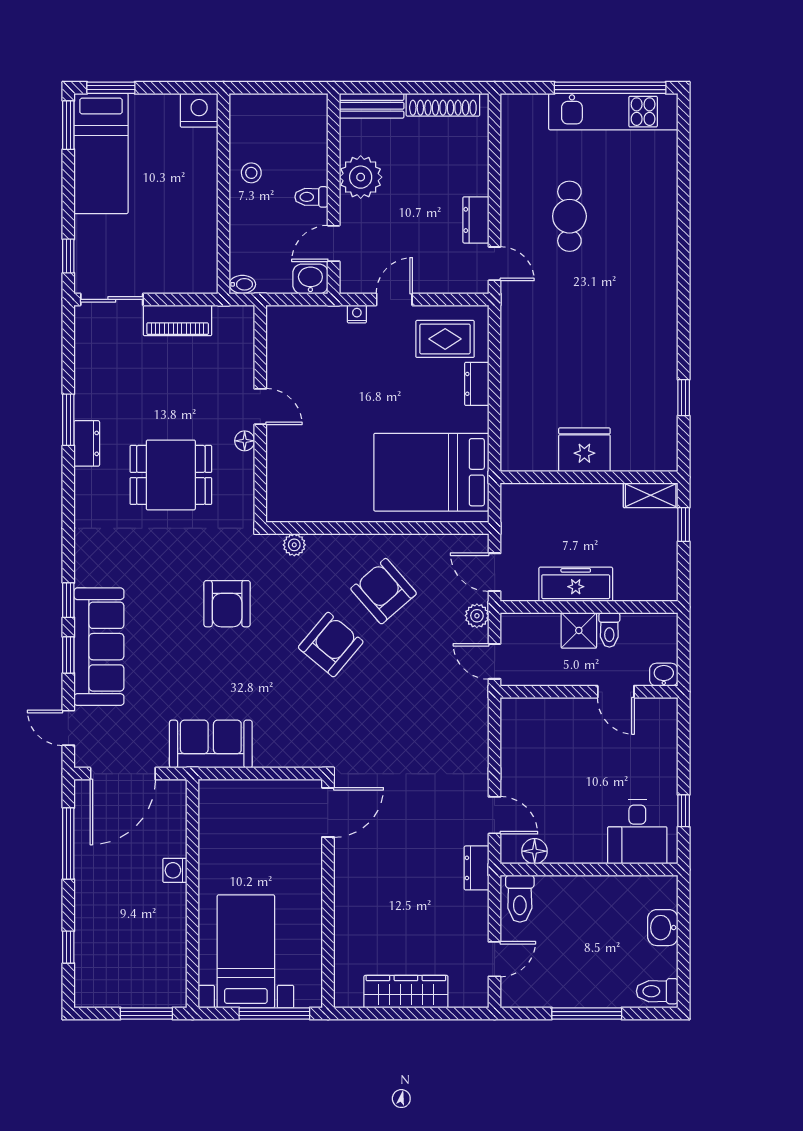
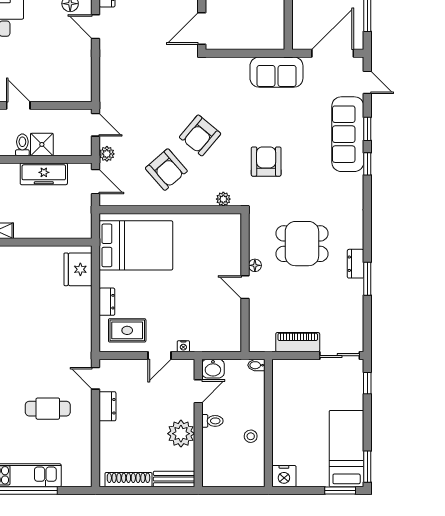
cafe table: (569, 216) -> (48, 409), turned 90
fridge: (584, 450) -> (78, 269), moved, turned 90

